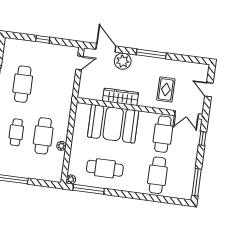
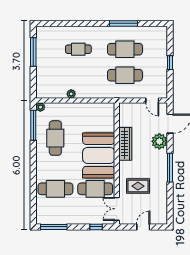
booth: (113, 124) -> (99, 155), moved
cafe table: (43, 136) -> (125, 75), moved

